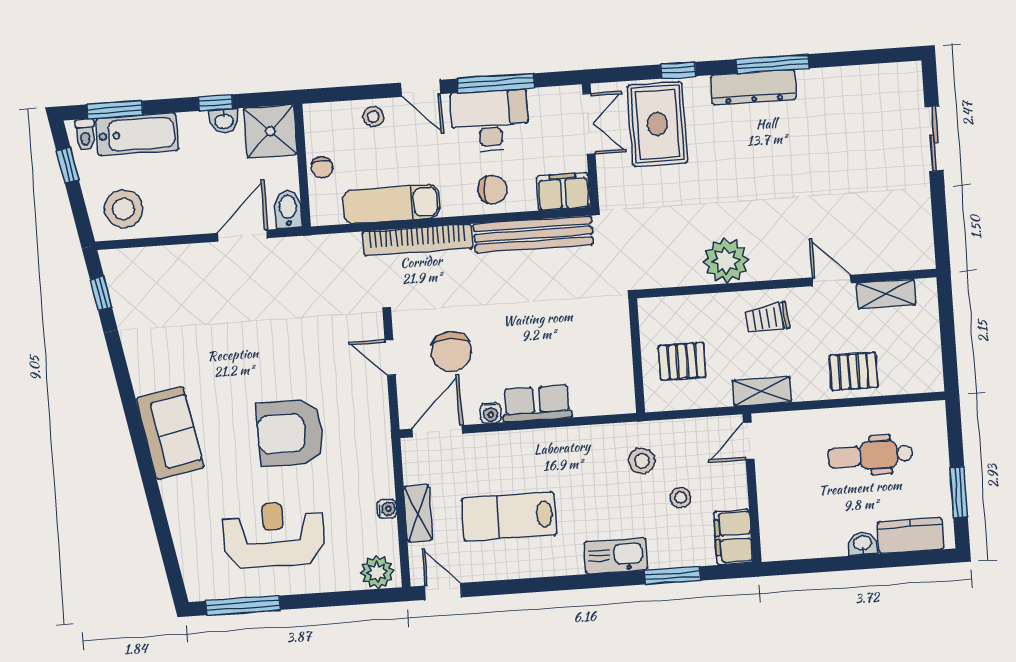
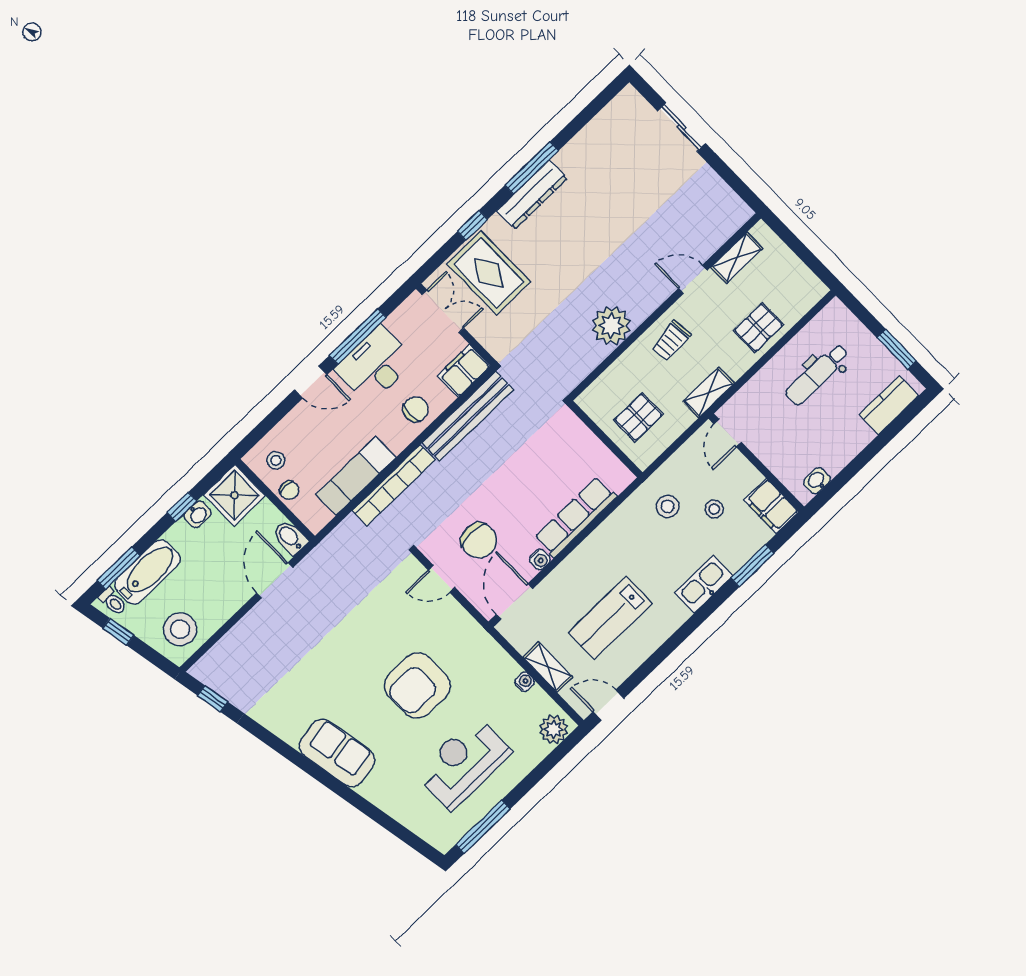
stool: (373, 117) -> (276, 460), moved
row of seats: (537, 403) -> (576, 517), width x1.48
washbasin: (862, 544) -> (817, 481), moved

